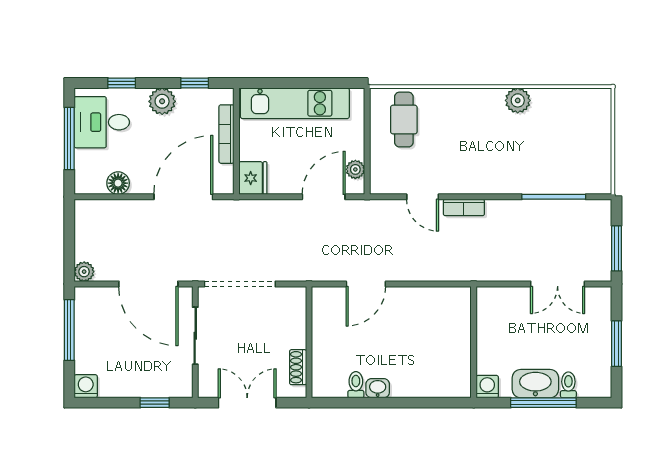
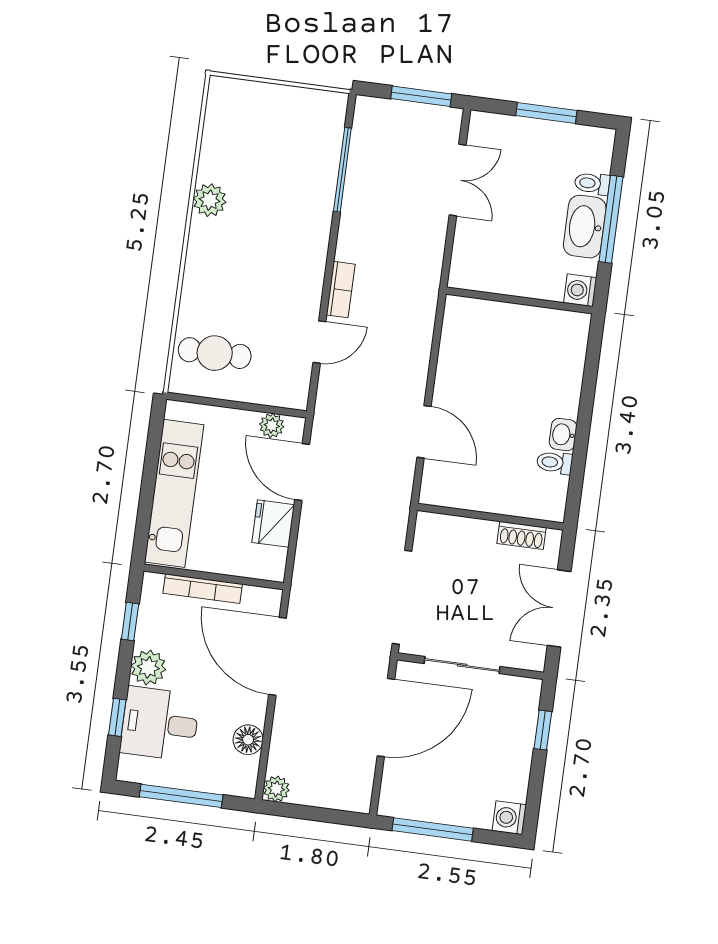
desk: (102, 122) -> (160, 724), moved, turned 90
fridge: (253, 178) -> (273, 524), moved, turned -90
plant: (84, 272) -> (276, 789), moved

